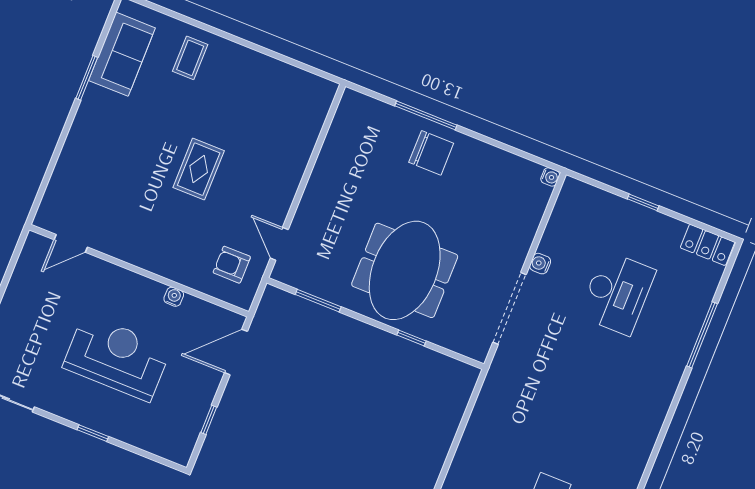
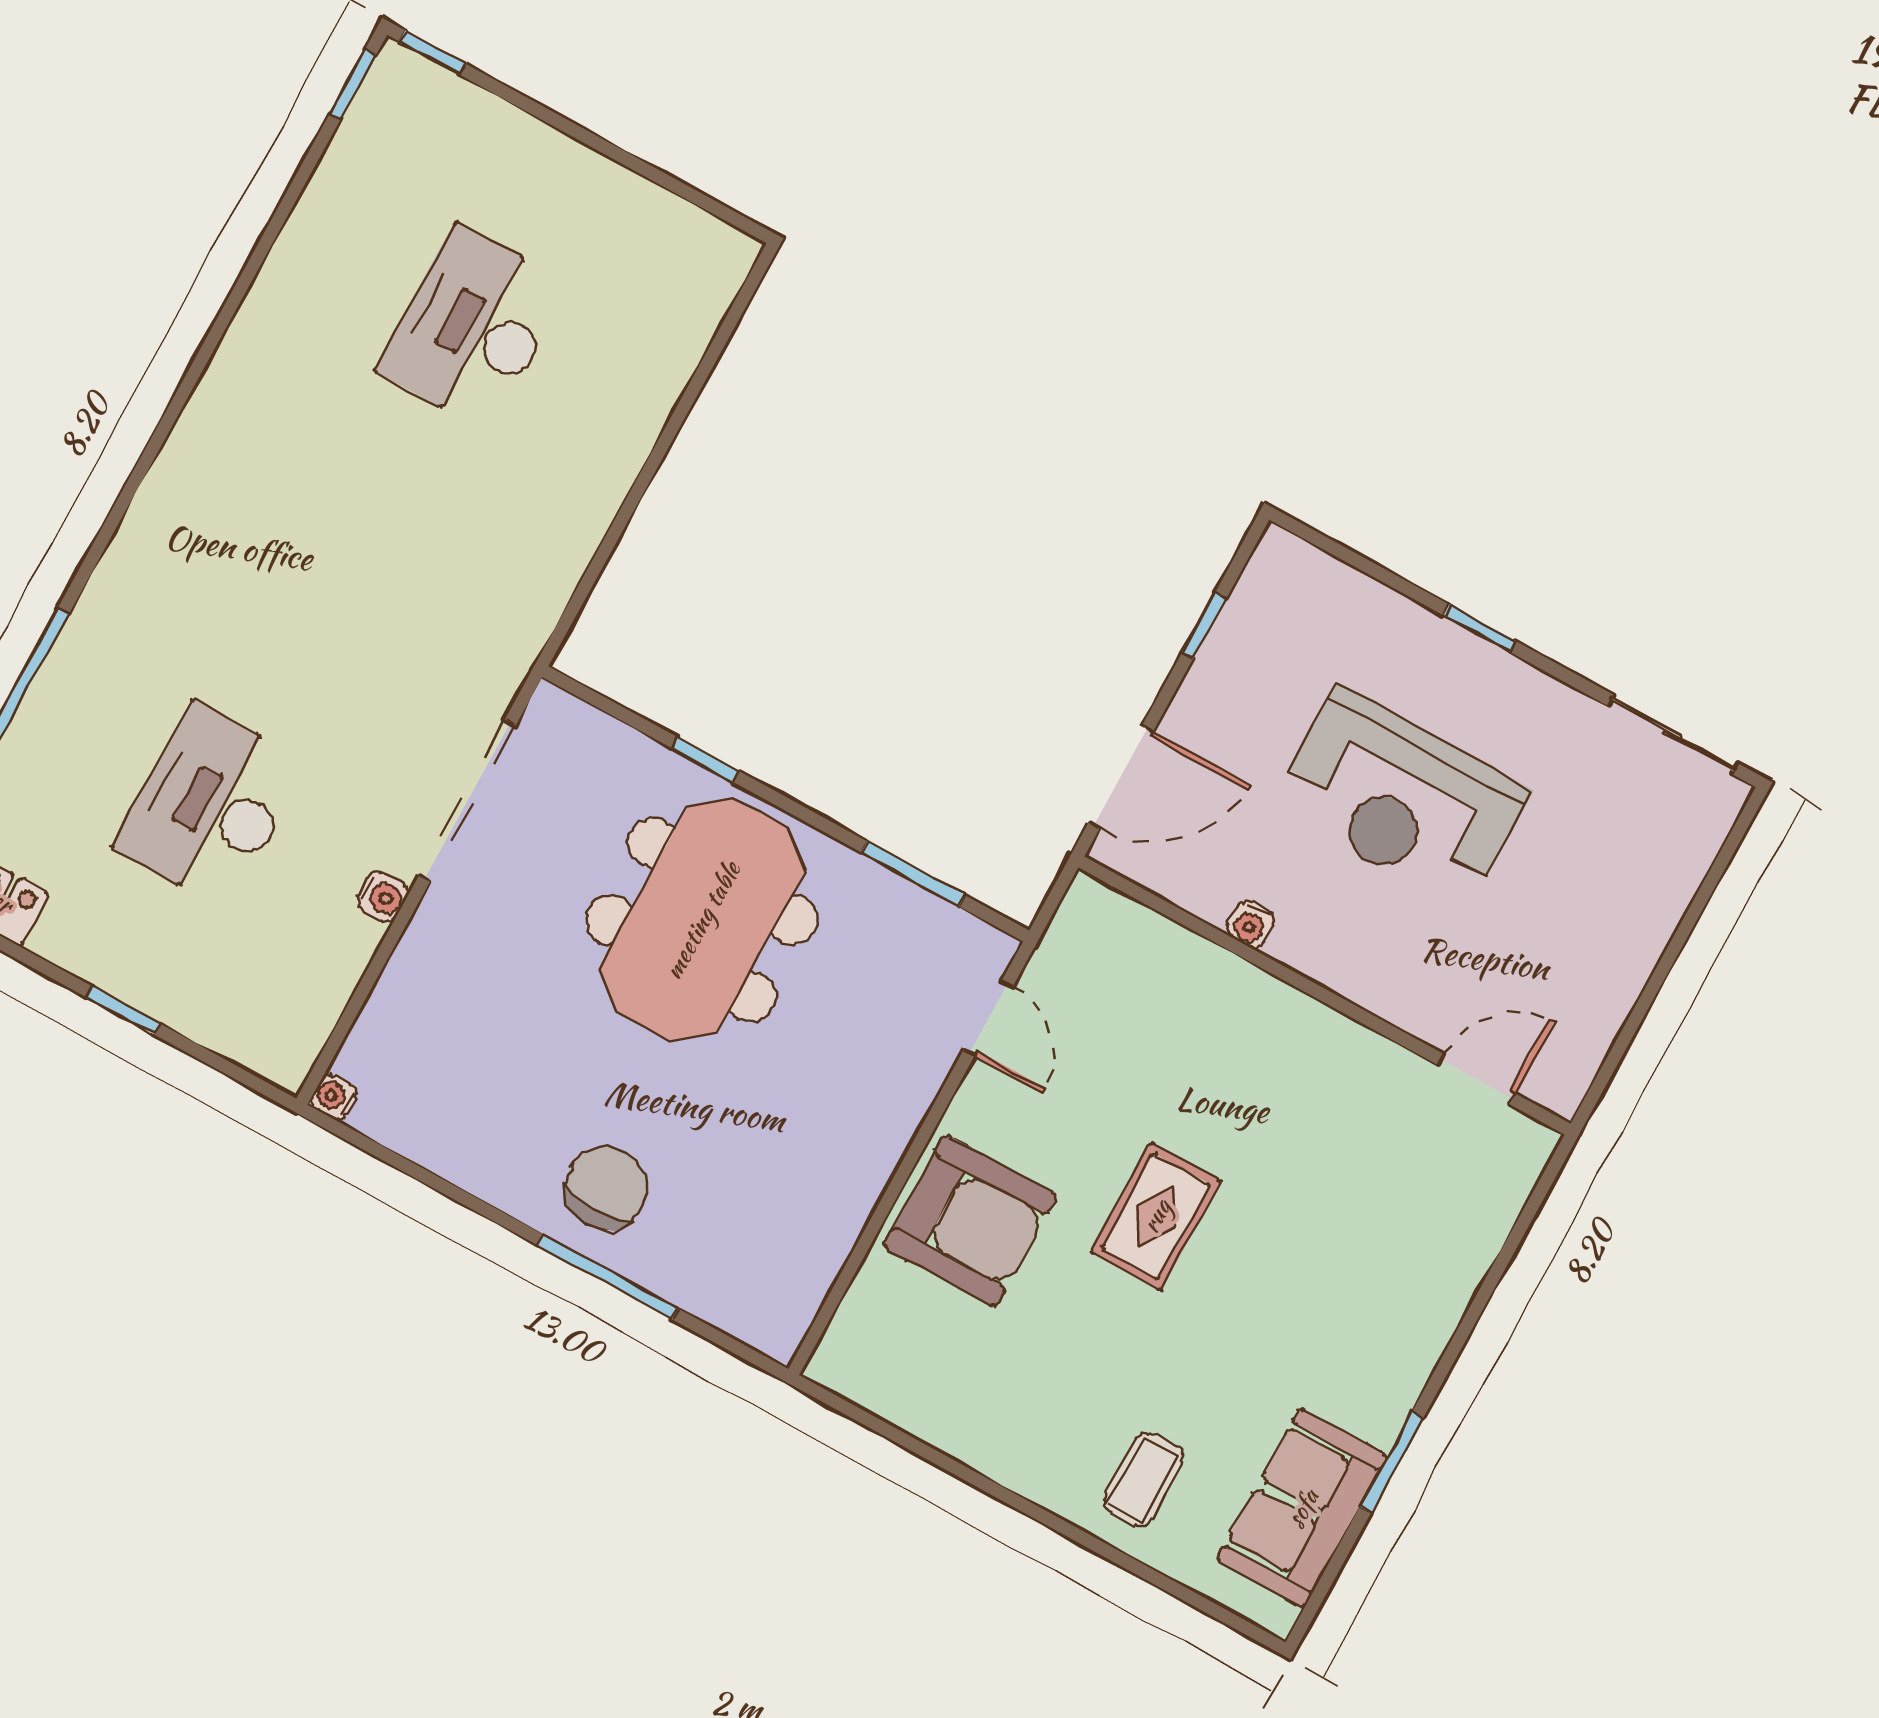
chair: (431, 153) -> (606, 1188), turned 90
armchair: (232, 265) -> (970, 1221), moved, width x1.88, depth x1.88

